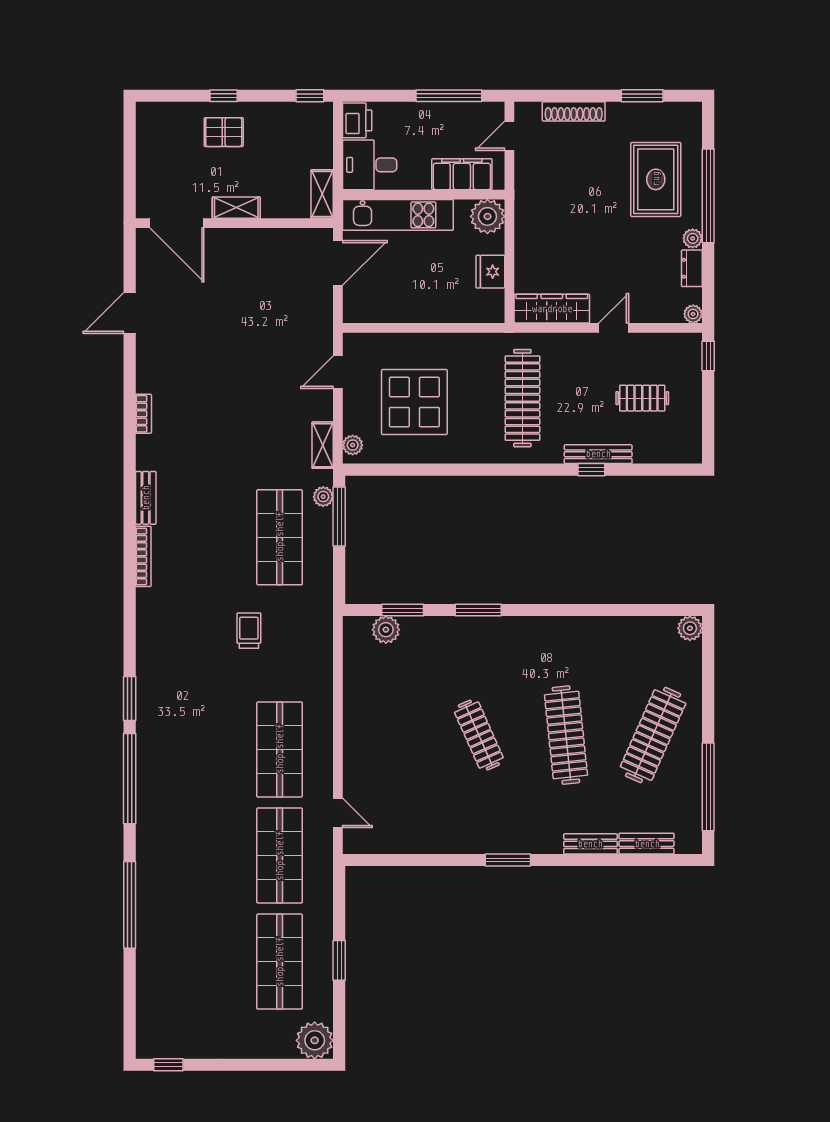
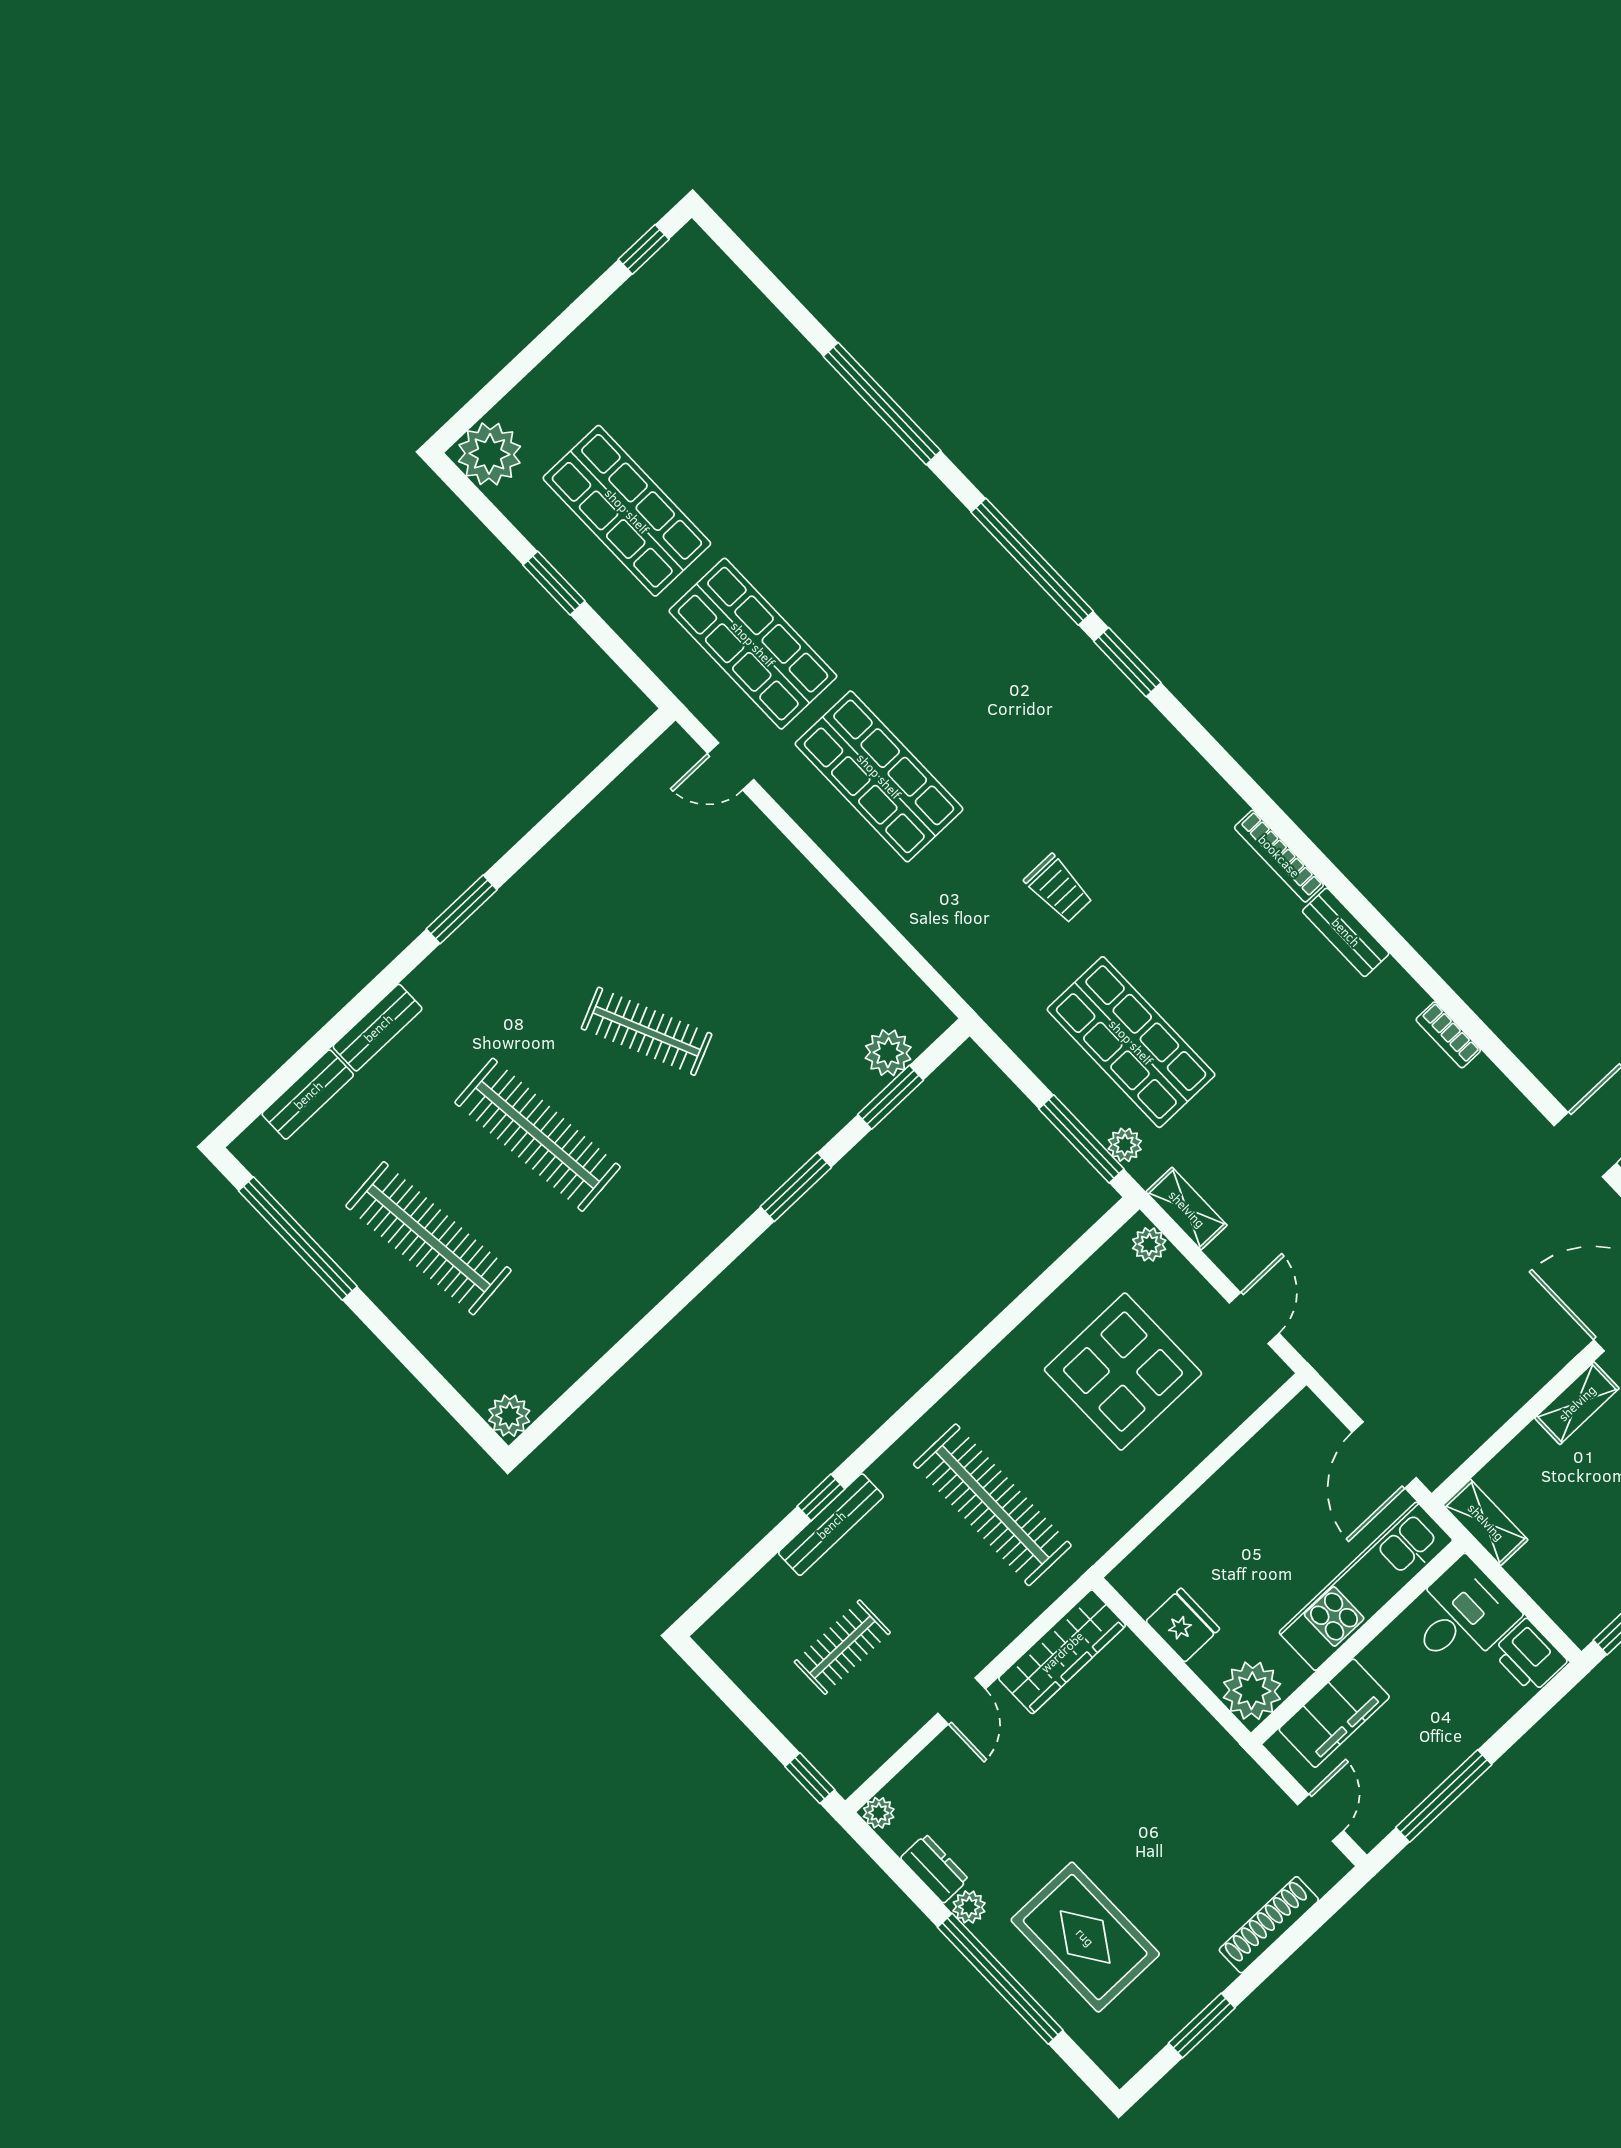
clothes rail: (653, 735) -> (429, 1238), turned -30

